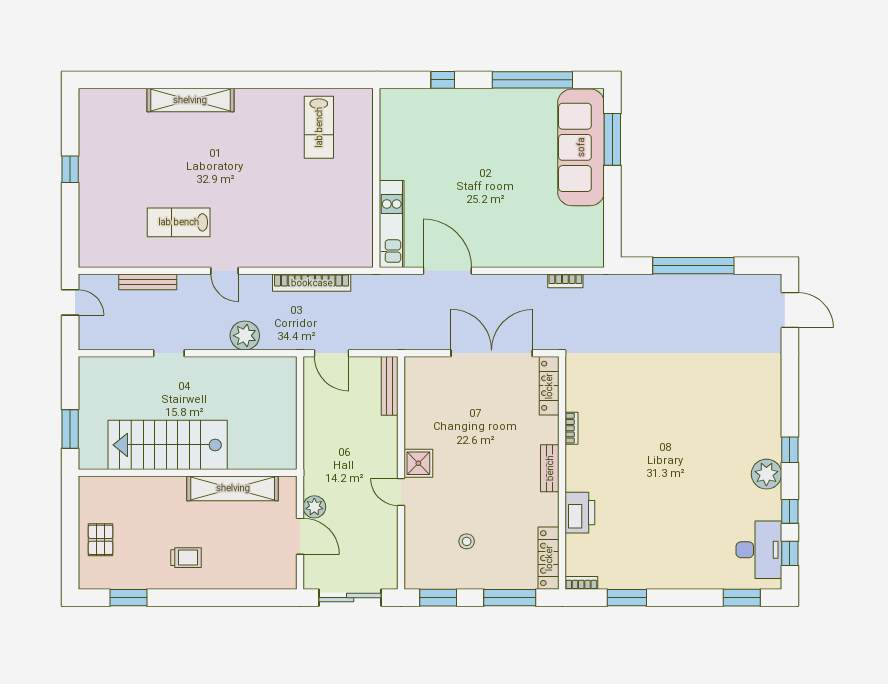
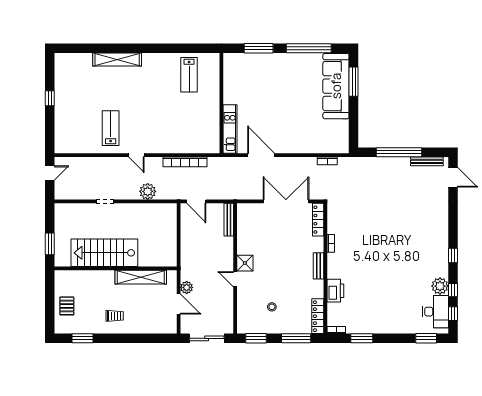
window: (443, 80) -> (259, 48), width x2.17
lab bench: (179, 222) -> (111, 128), turned 90
bench: (148, 282) -> (427, 161), moved
door: (70, 302) -> (50, 173), hinge flipped
plant: (766, 474) -> (440, 286), moved

